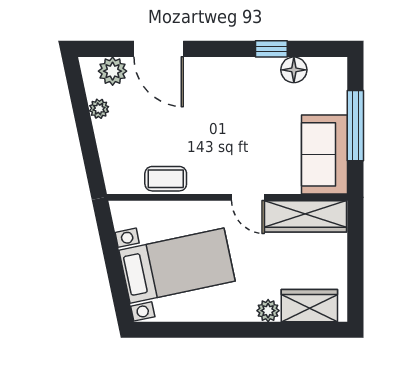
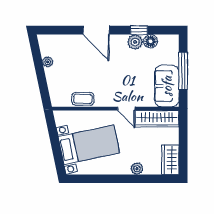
door: (159, 49) -> (96, 30), moved
plant: (113, 71) -> (135, 42), moved
wardrobe: (309, 306) -> (170, 160), moved, turned -90

